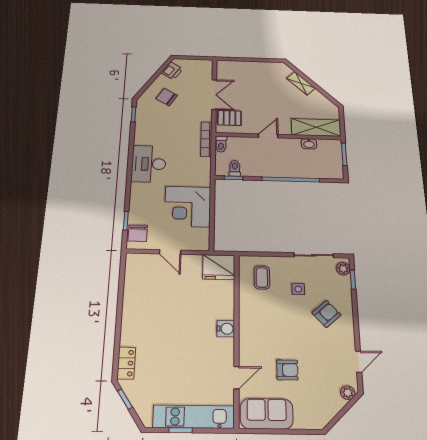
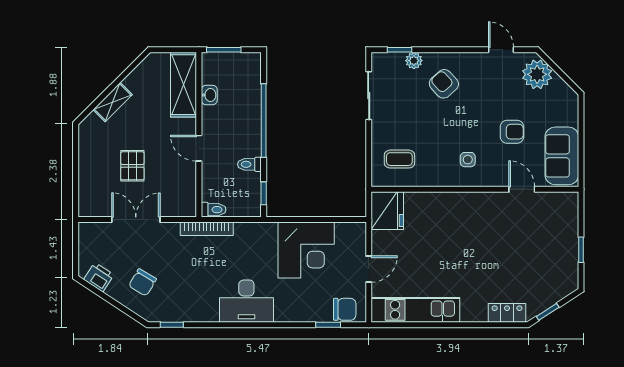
pallet: (230, 118) -> (132, 166), moved
toilet: (235, 168) -> (249, 164), moved
plant: (343, 269) -> (414, 61), moved
side table: (298, 289) -> (468, 160), moved
water cooler: (226, 329) -> (464, 202), removed
armchair: (287, 370) -> (512, 132), turned 90
plant: (348, 393) -> (537, 74), width x1.87, depth x1.87
kitchen unit: (194, 417) -> (415, 310), moved, turned 90

